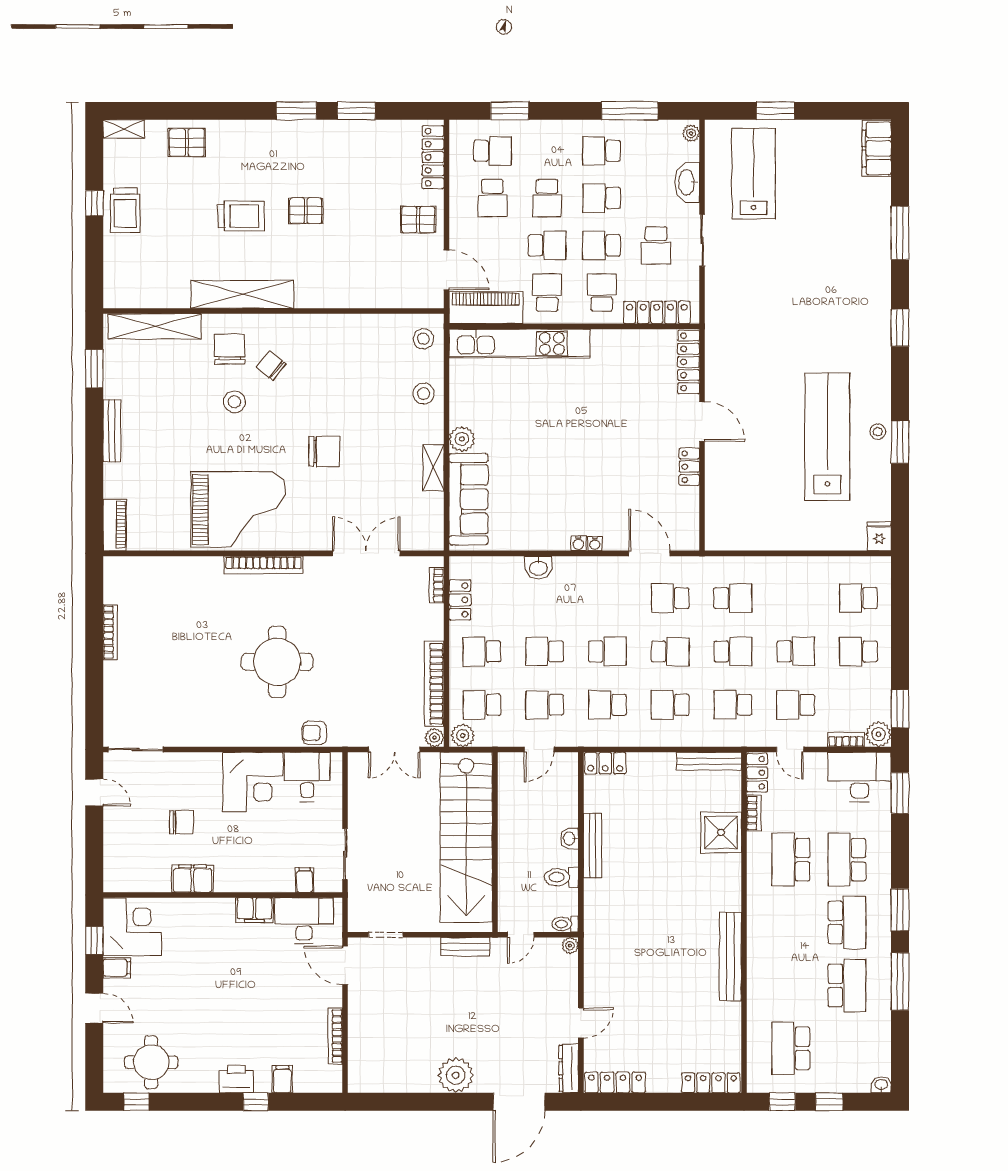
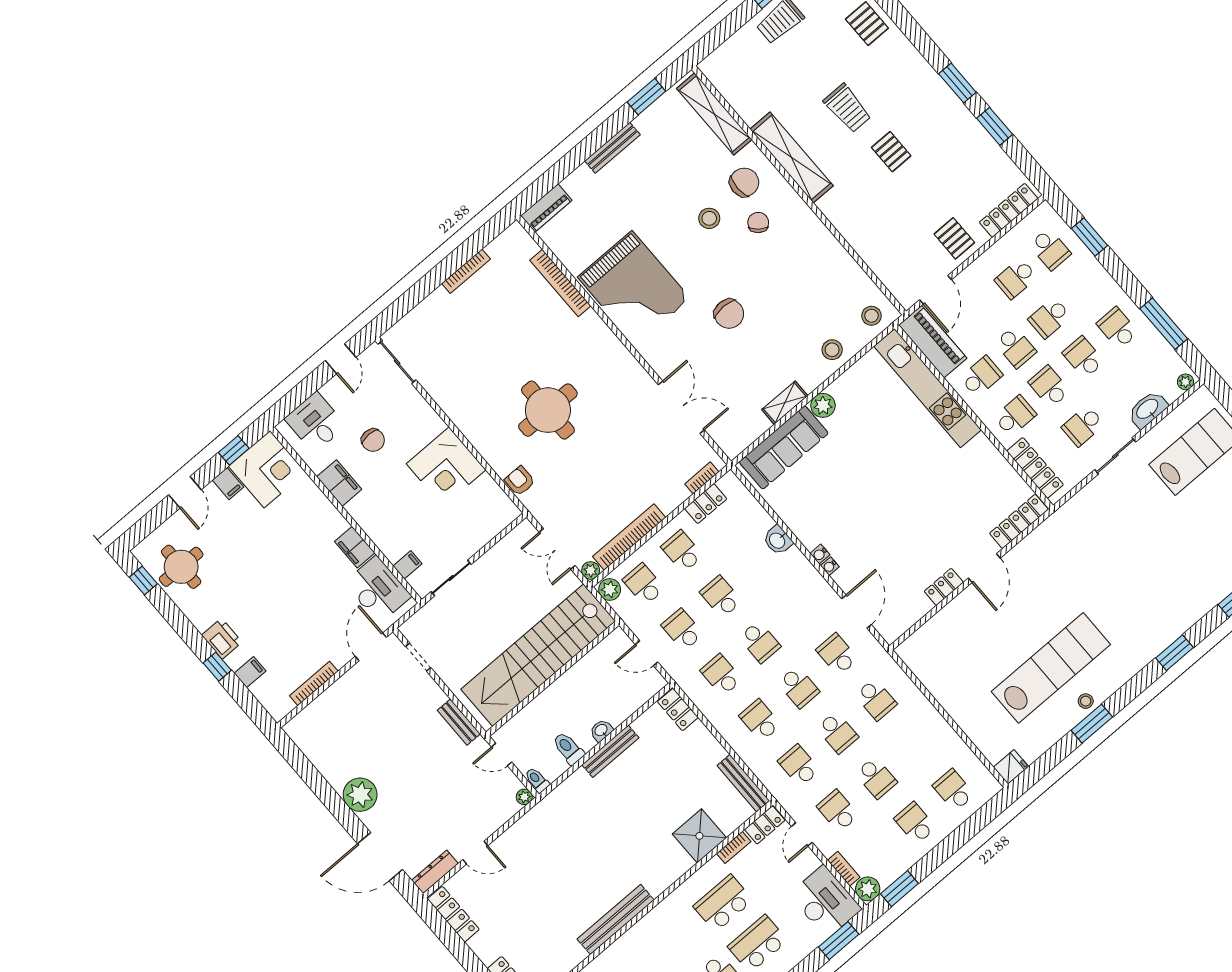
bookcase: (263, 565) -> (560, 283), moved
desk: (307, 777) -> (315, 422), moved, turned -90

